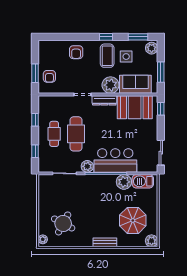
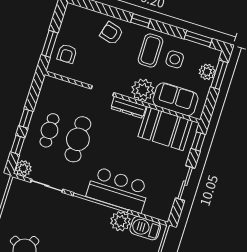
window: (106, 37) -> (140, 21), moved
plant: (152, 48) -> (207, 72), moved
armchair: (76, 52) -> (112, 33), turned 105
window: (161, 72) -> (219, 75), moved
window: (35, 120) -> (26, 119), moved
sliding door: (161, 153) -> (185, 183), moved
plant: (87, 166) -> (23, 168), moved

